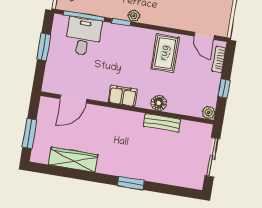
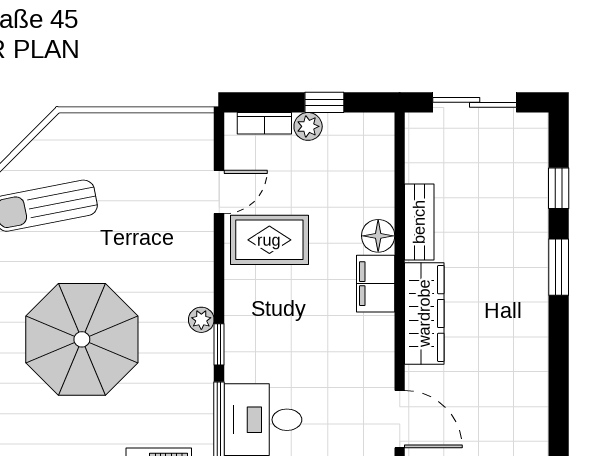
door: (204, 36) -> (219, 192), moved
filing cabinet: (123, 96) -> (376, 284), moved
plant: (209, 112) -> (308, 126), moved
wardrobe: (73, 160) -> (424, 313), moved, turned 180
window: (167, 189) -> (559, 188), added

